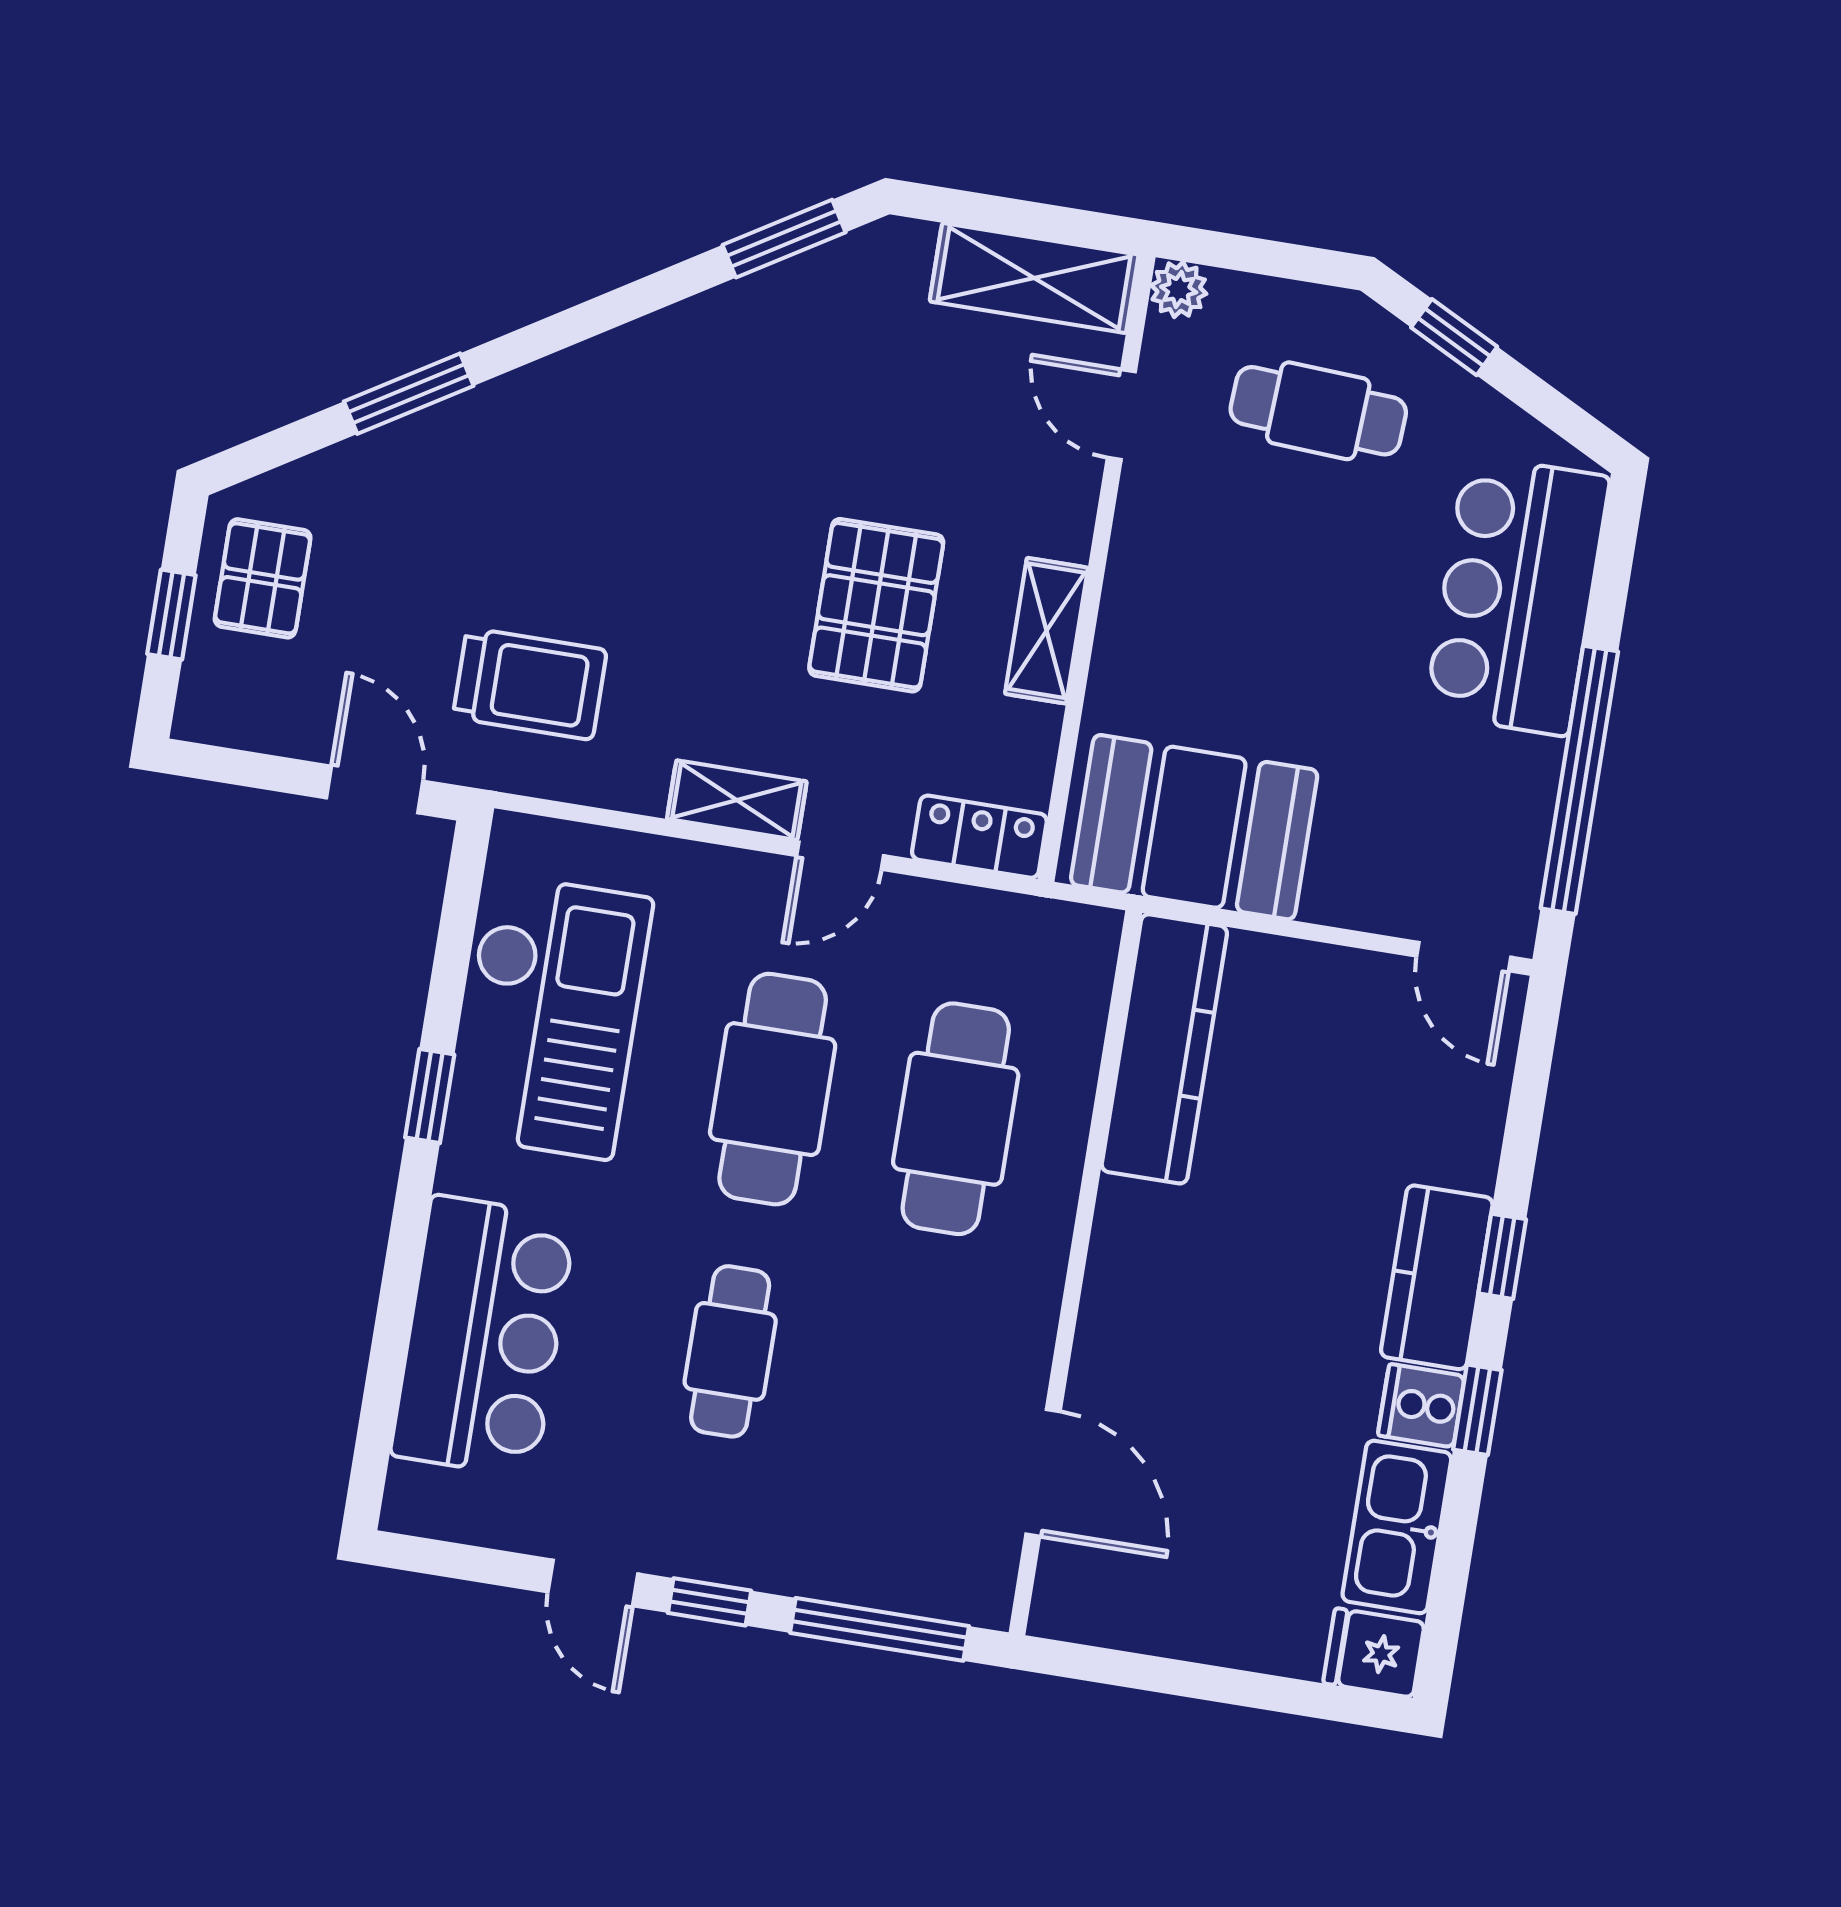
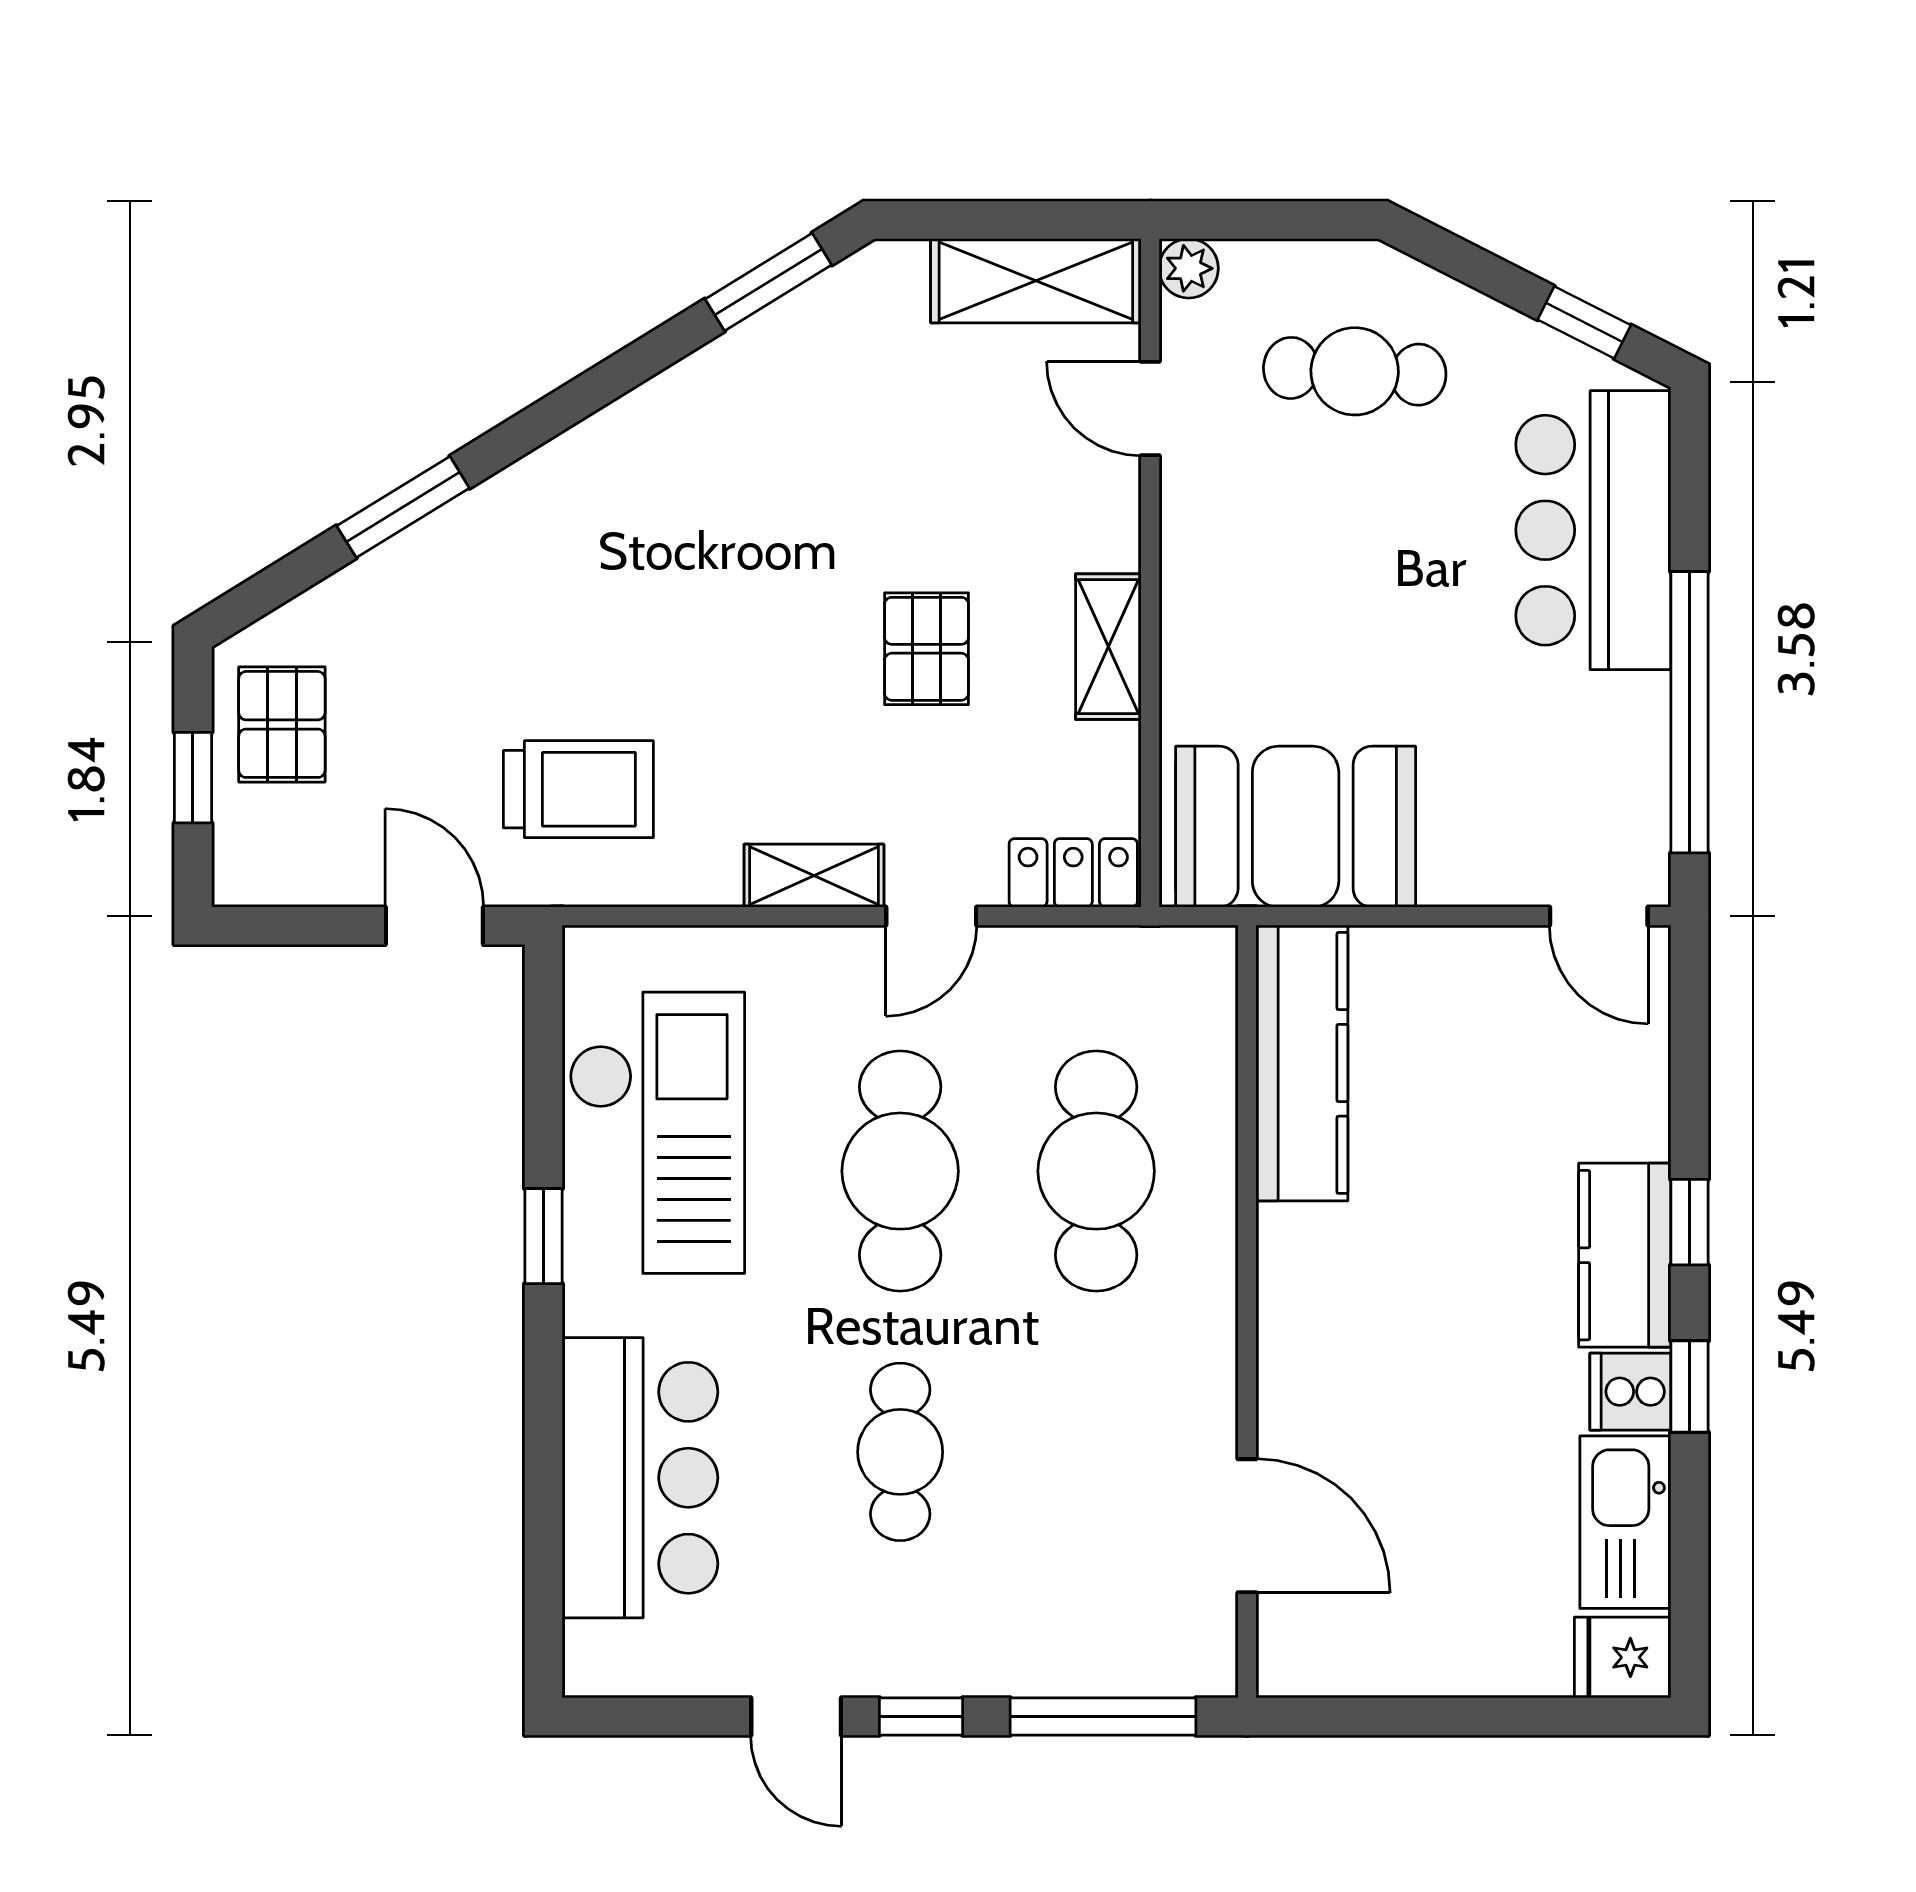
window: (1454, 337) -> (1584, 322), moved
pallet: (876, 605) -> (927, 649), width x0.67, depth x0.71

